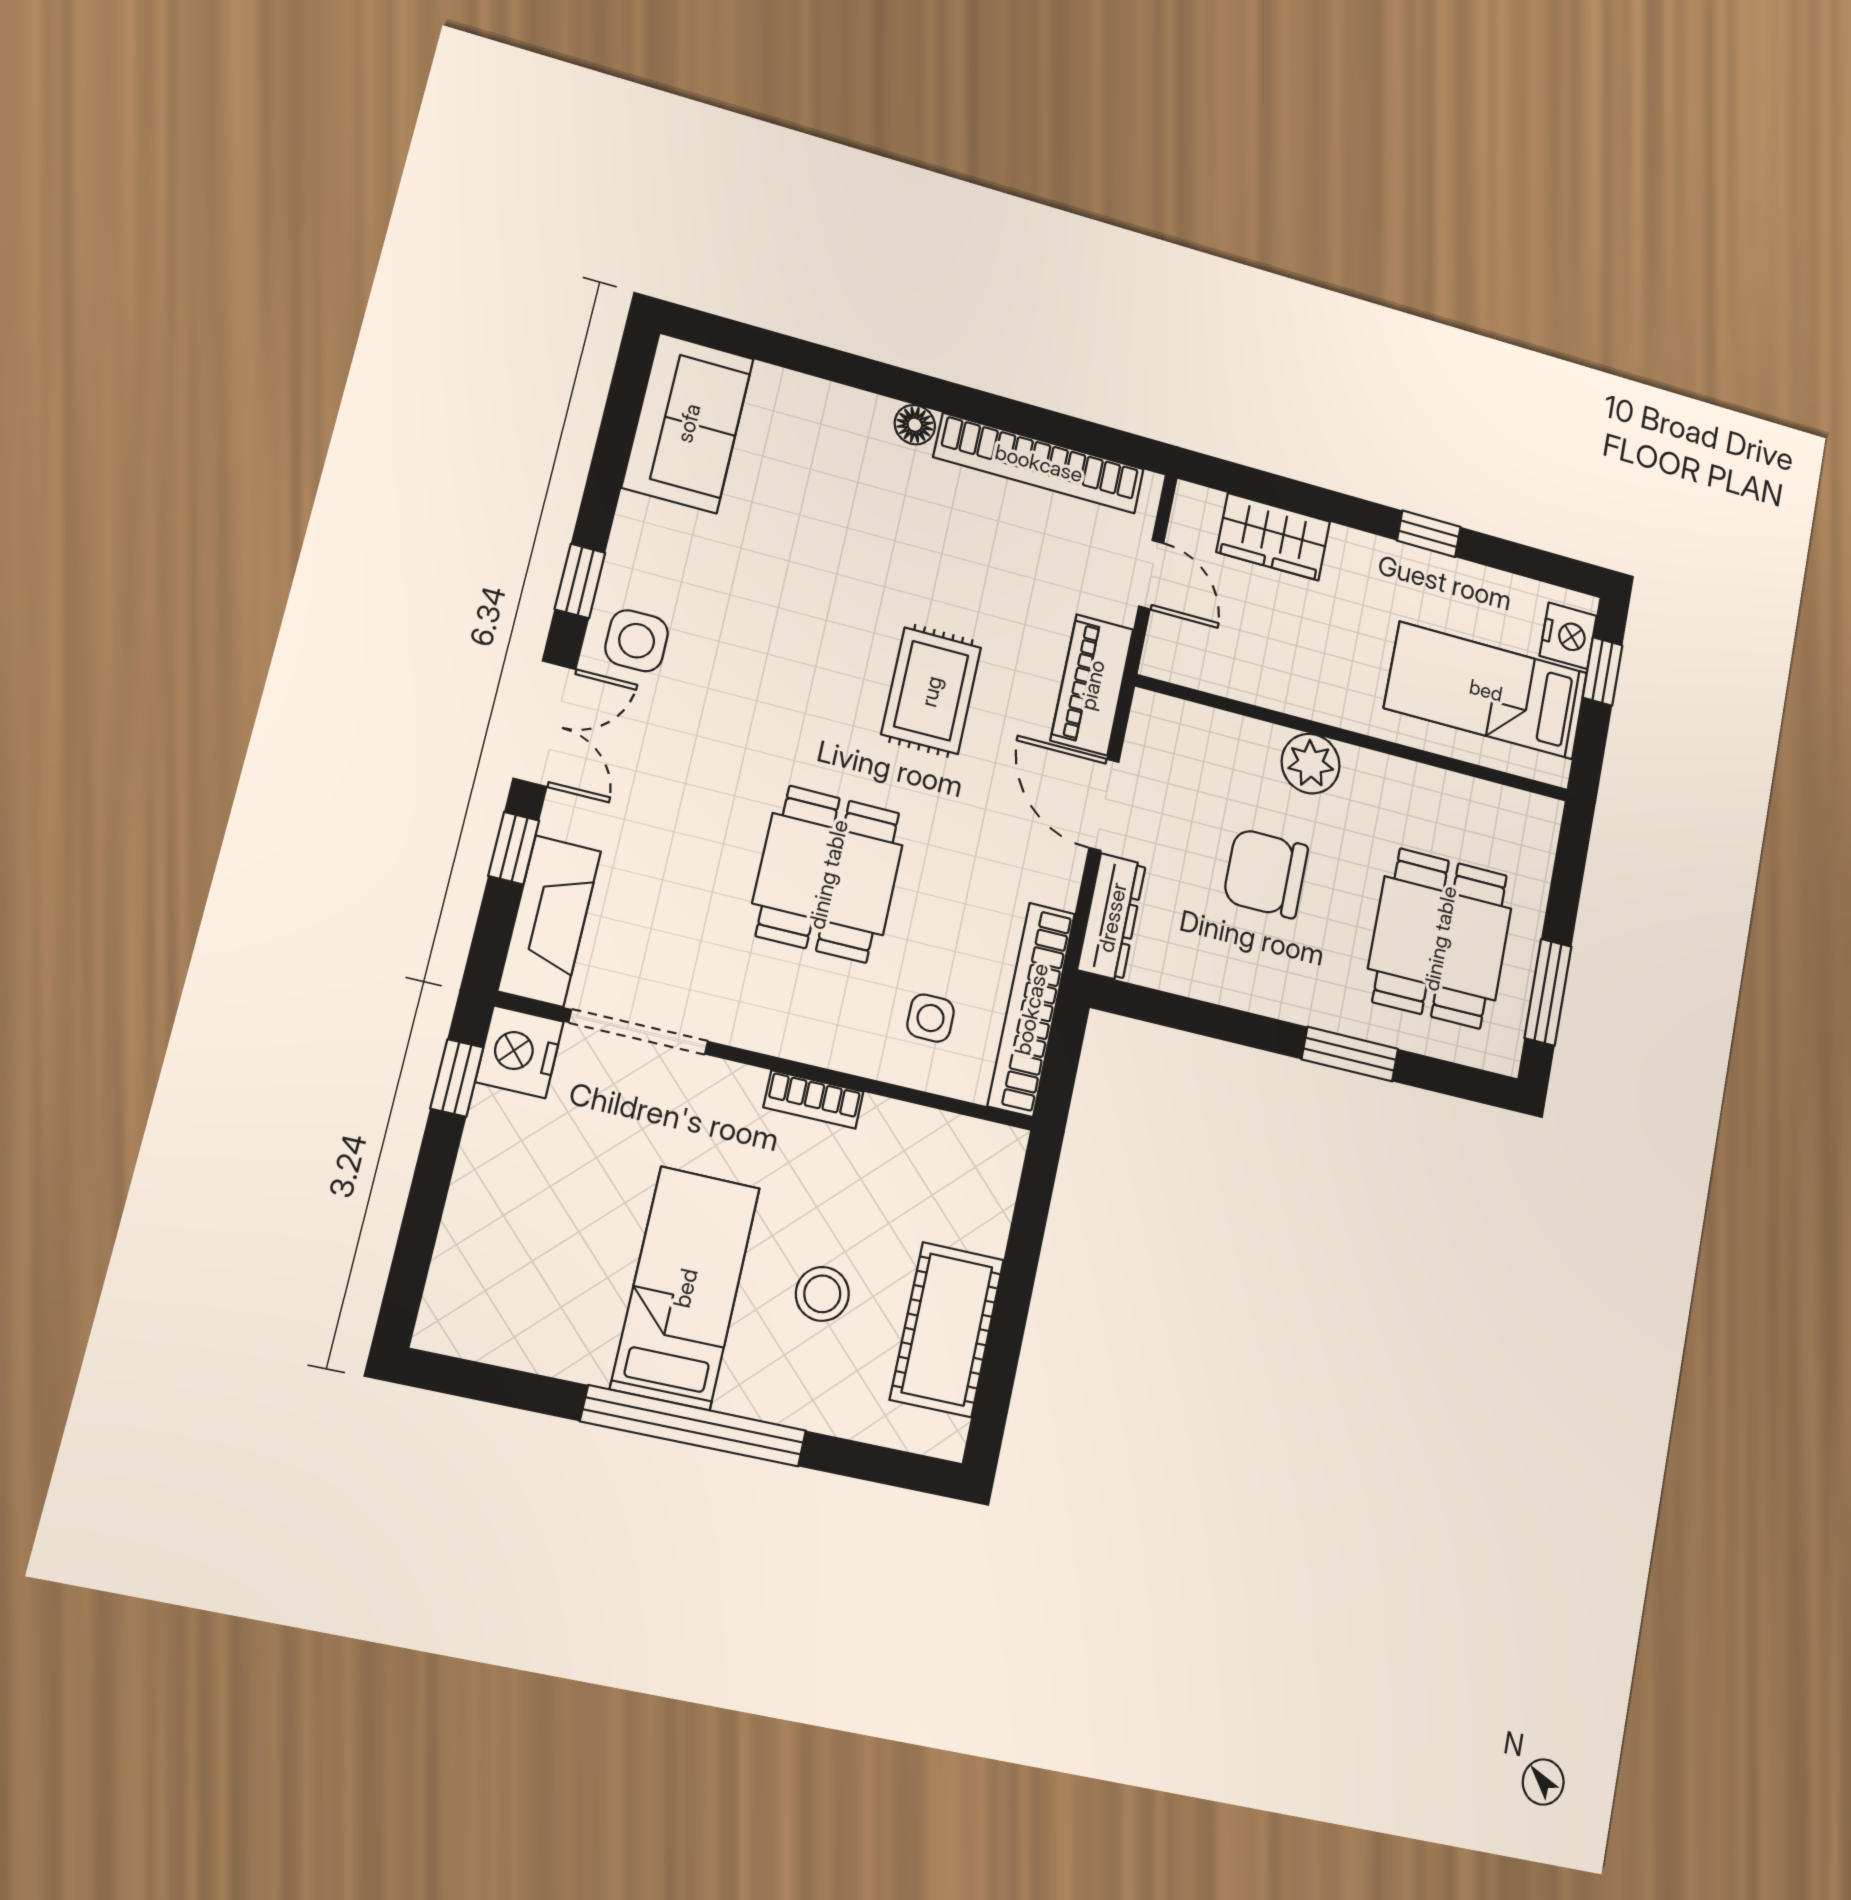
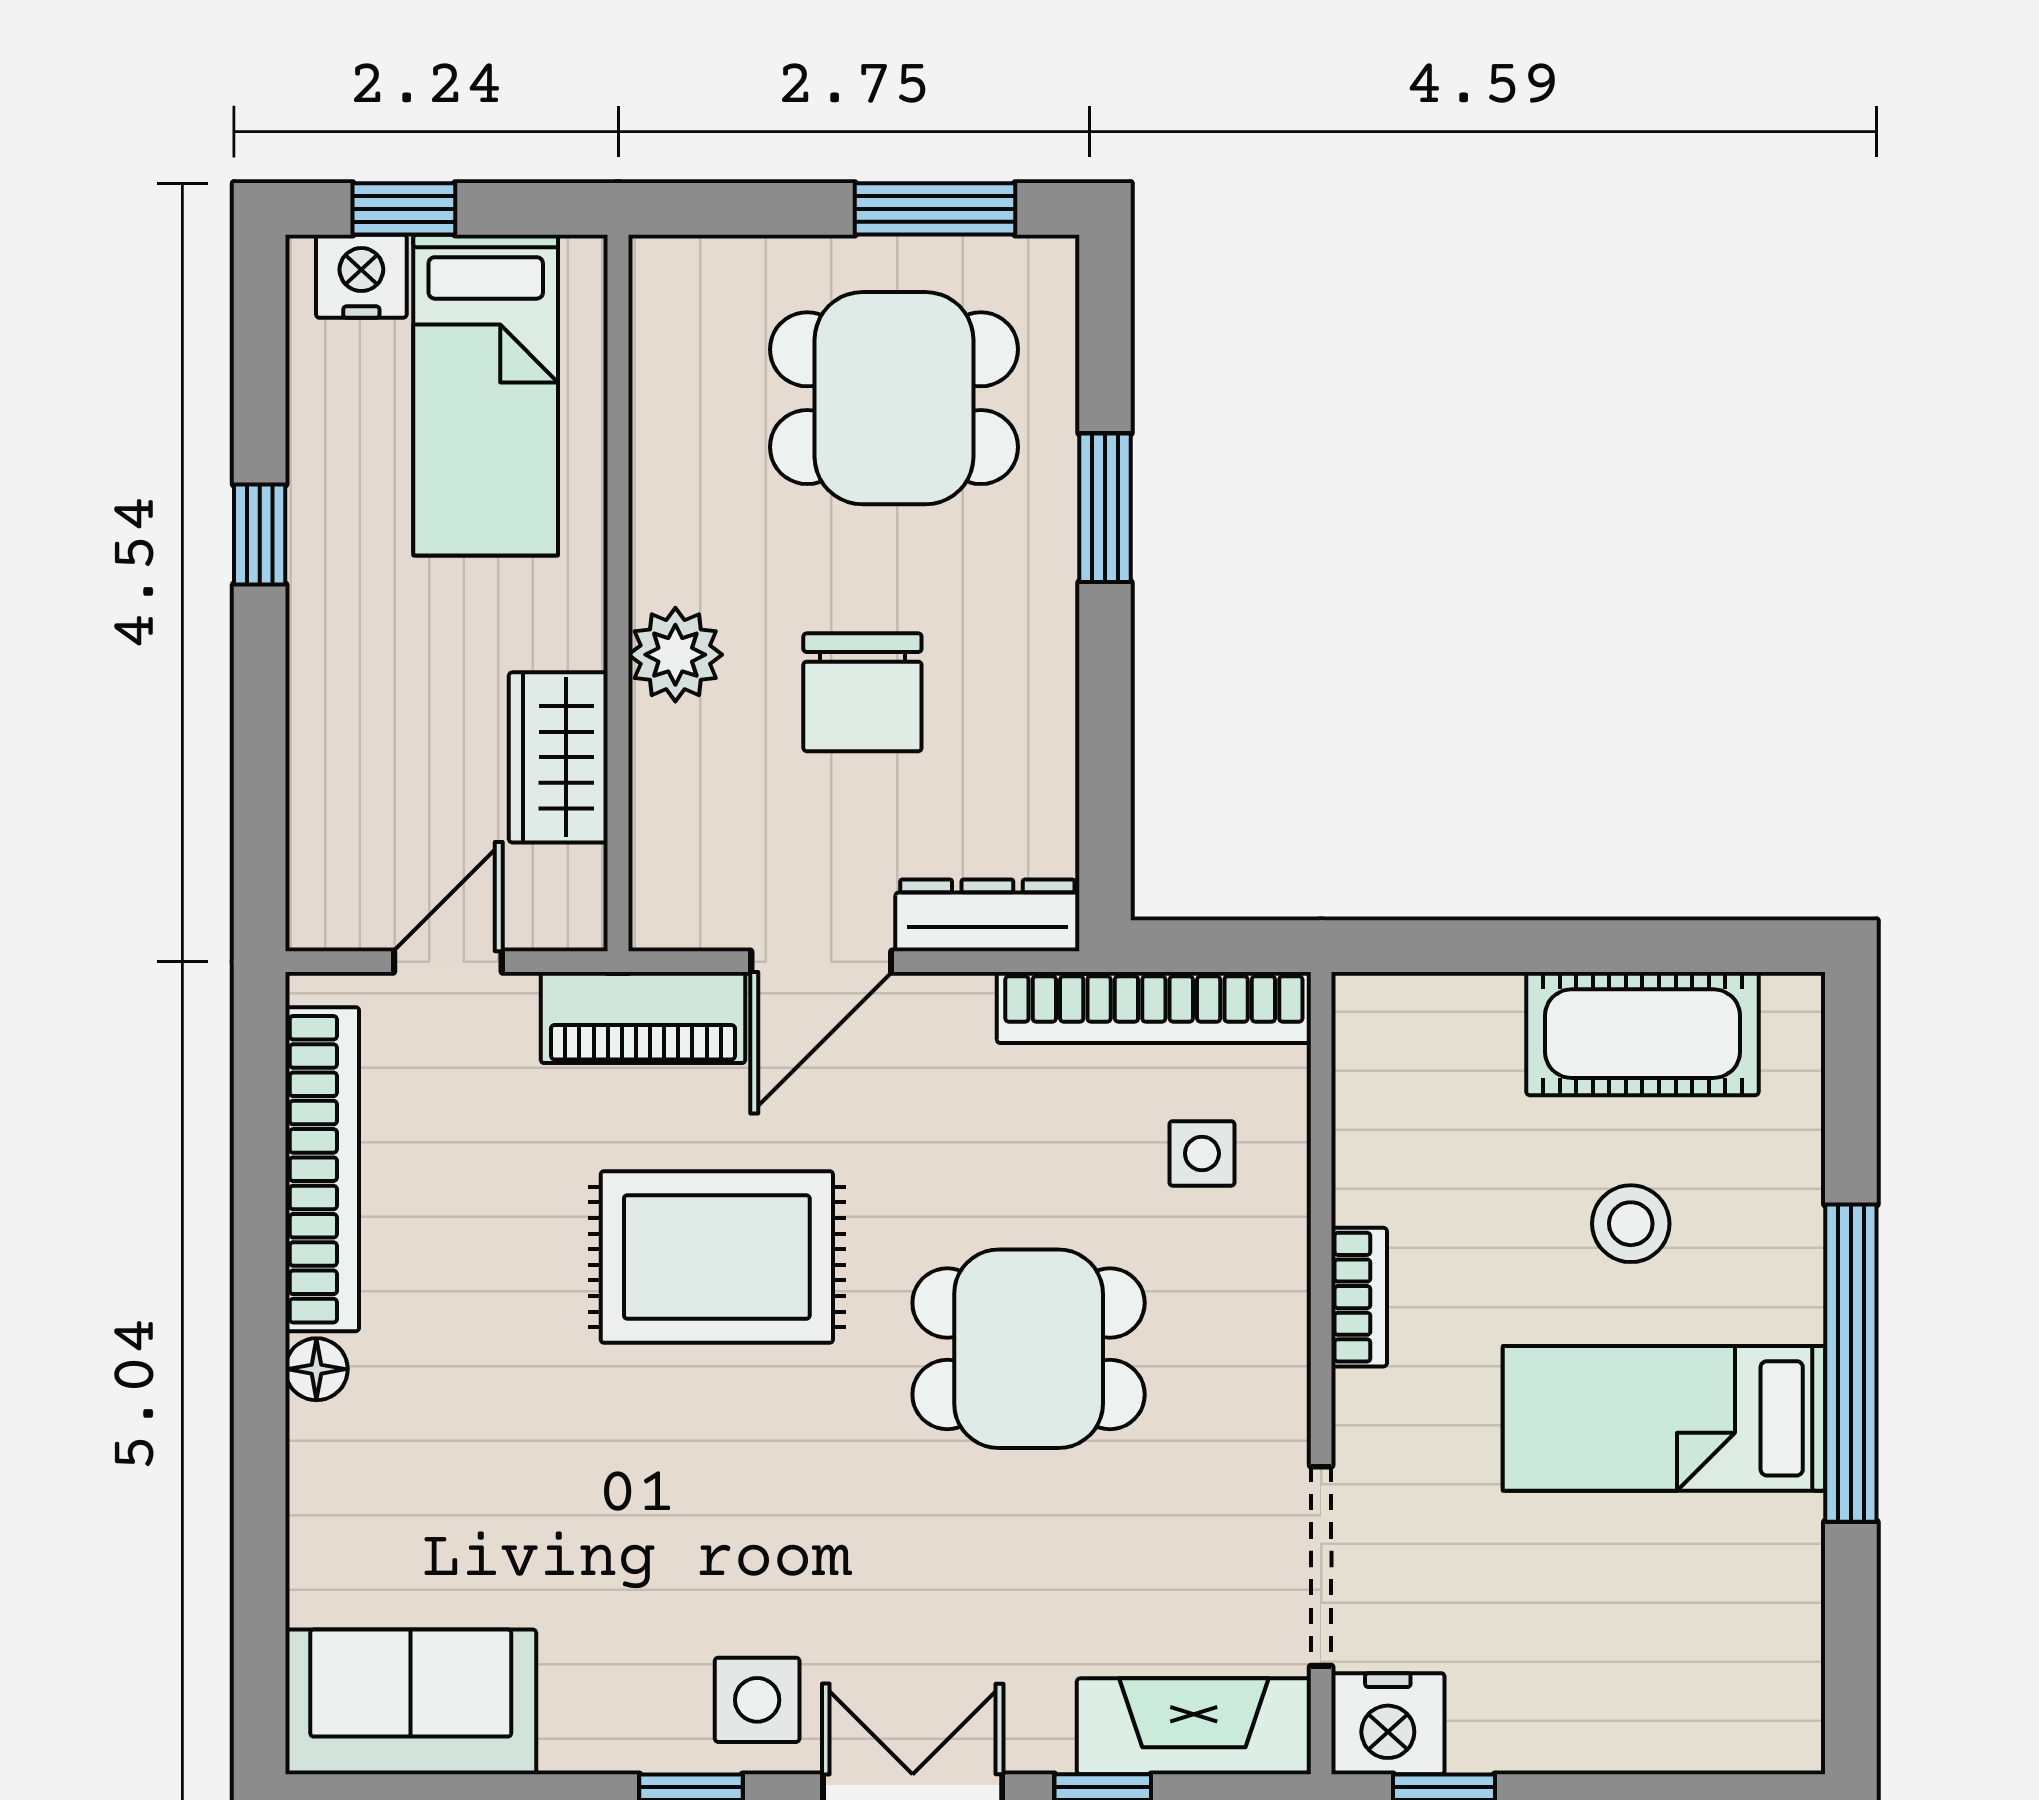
wardrobe: (1273, 537) -> (558, 757), moved, turned 180
rug: (931, 691) -> (717, 1257), width x1.36, depth x1.43

